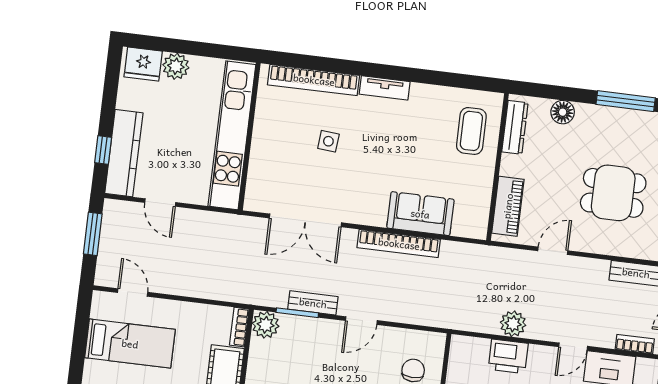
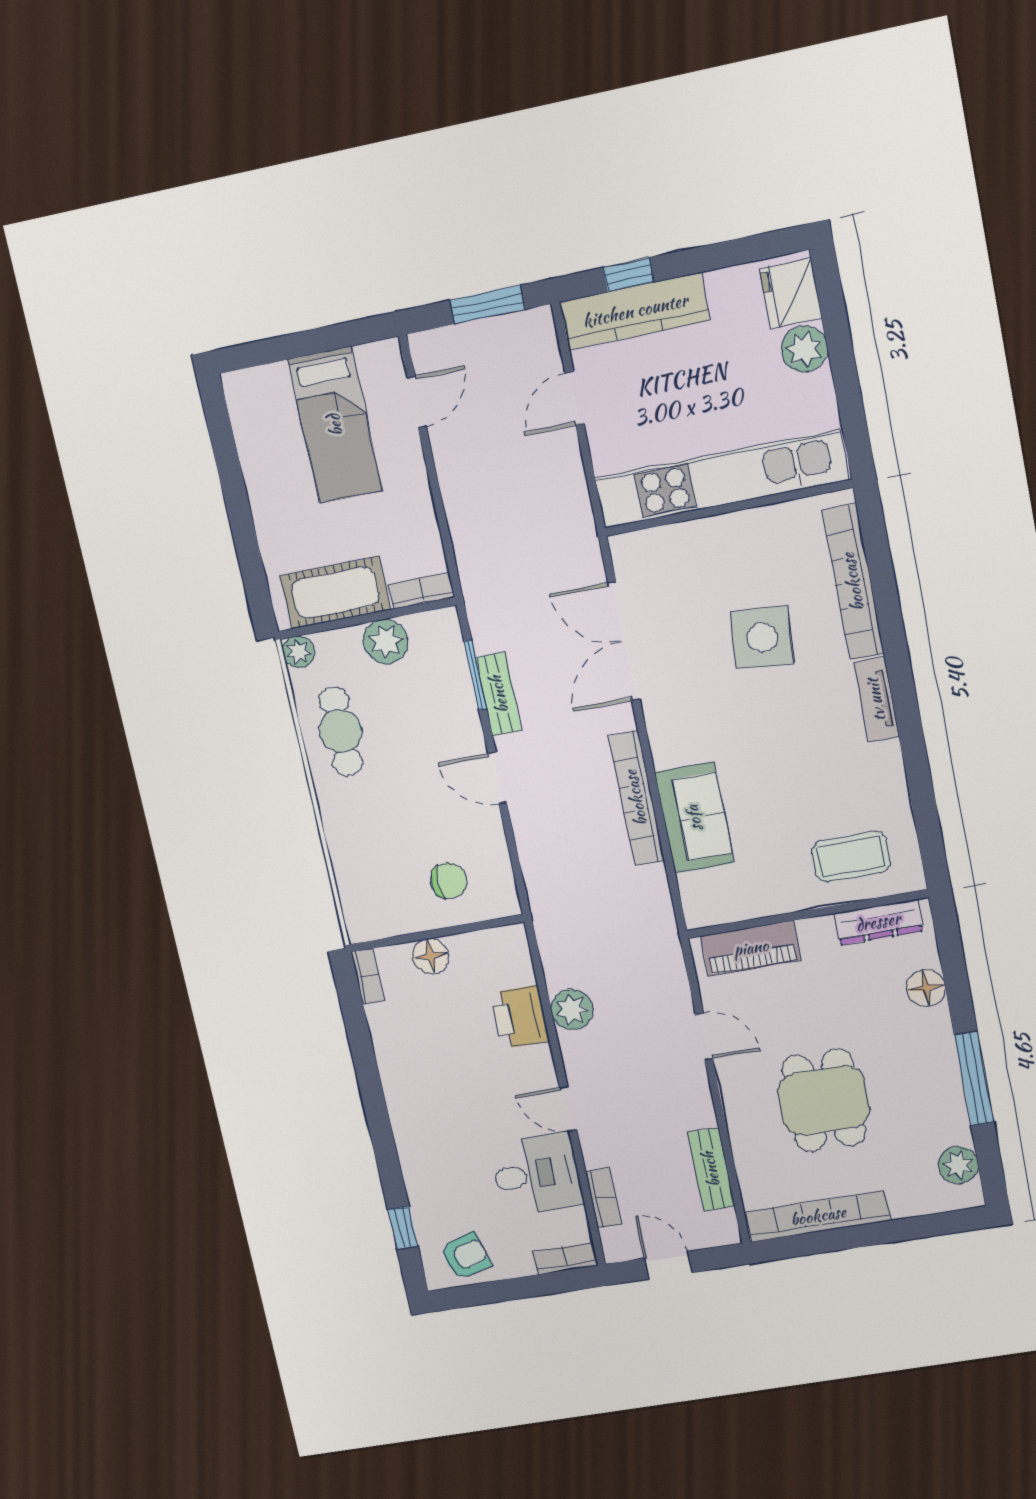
side table: (328, 141) -> (762, 637), width x1.87, depth x1.87
plant: (266, 325) -> (386, 641), moved

